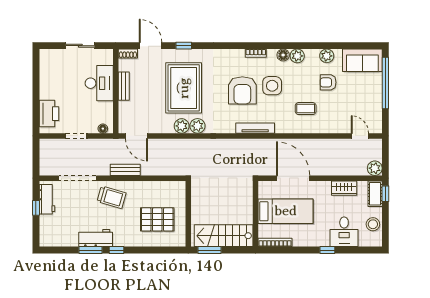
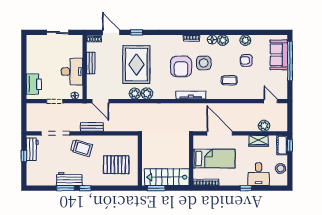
sofa: (362, 60) -> (279, 55), moved, turned 90
desk: (99, 83) -> (72, 72), moved
plant: (375, 168) -> (264, 126), moved

